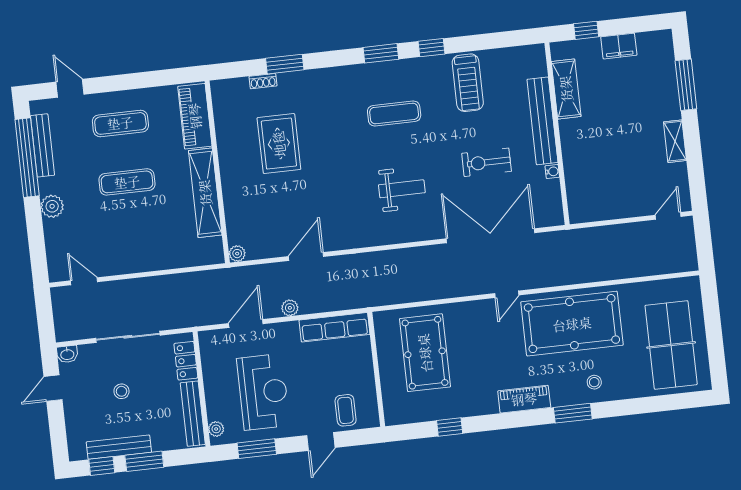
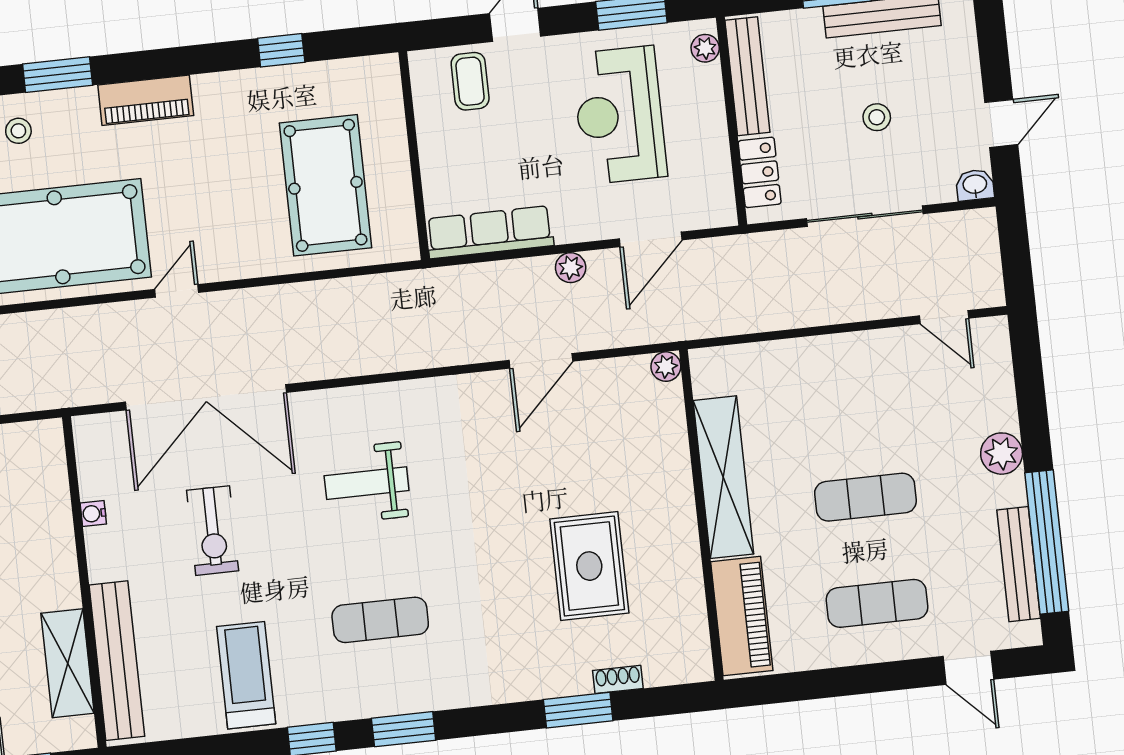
bench: (542, 121) -> (117, 661), moved
exercise bike: (487, 162) -> (213, 531), turned 90

